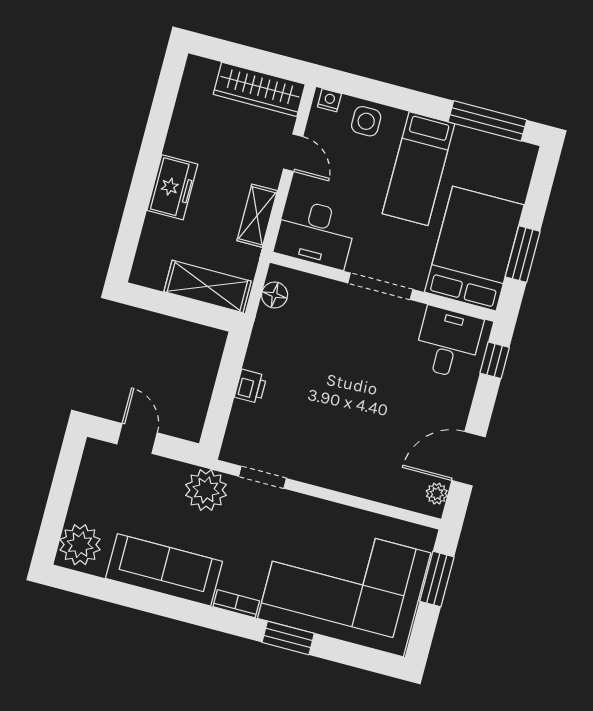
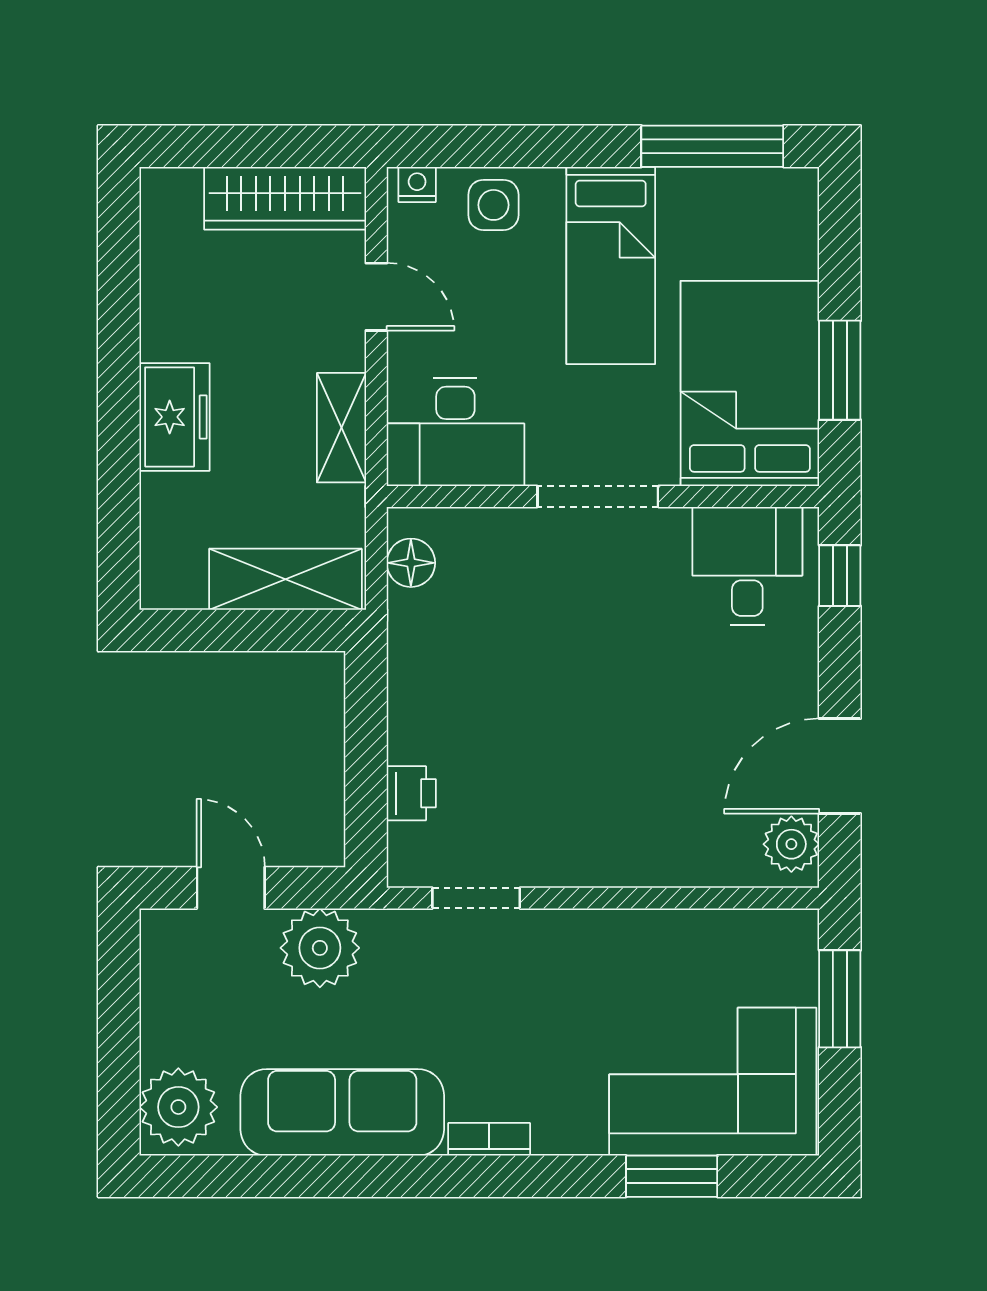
printer: (251, 386) -> (411, 793), moved
plant: (206, 490) -> (320, 948), moved
plant: (437, 494) -> (791, 844), width x1.38, depth x1.38
corner sofa: (344, 586) -> (713, 1082), width x0.73, depth x0.74
window: (288, 638) -> (672, 1176), moved

